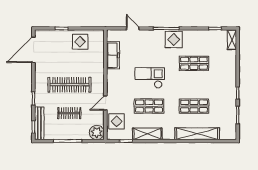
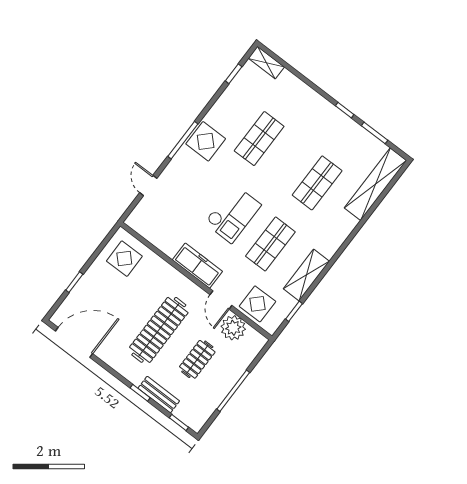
door: (133, 28) -> (148, 186), hinge flipped
display table: (80, 42) -> (124, 259), moved
door: (33, 50) -> (74, 342), swing flipped
freezer: (113, 55) -> (197, 266), moved
checkout: (150, 78) -> (233, 214), turned 180
bench: (39, 123) -> (159, 395), moved, width x0.73
plant: (97, 132) -> (233, 328), moved
shelving: (197, 134) -> (375, 184), moved

